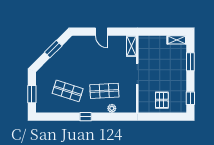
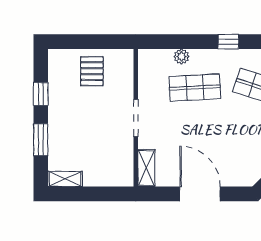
door: (101, 32) -> (200, 194), width x1.87
window: (190, 98) -> (41, 94), moved

